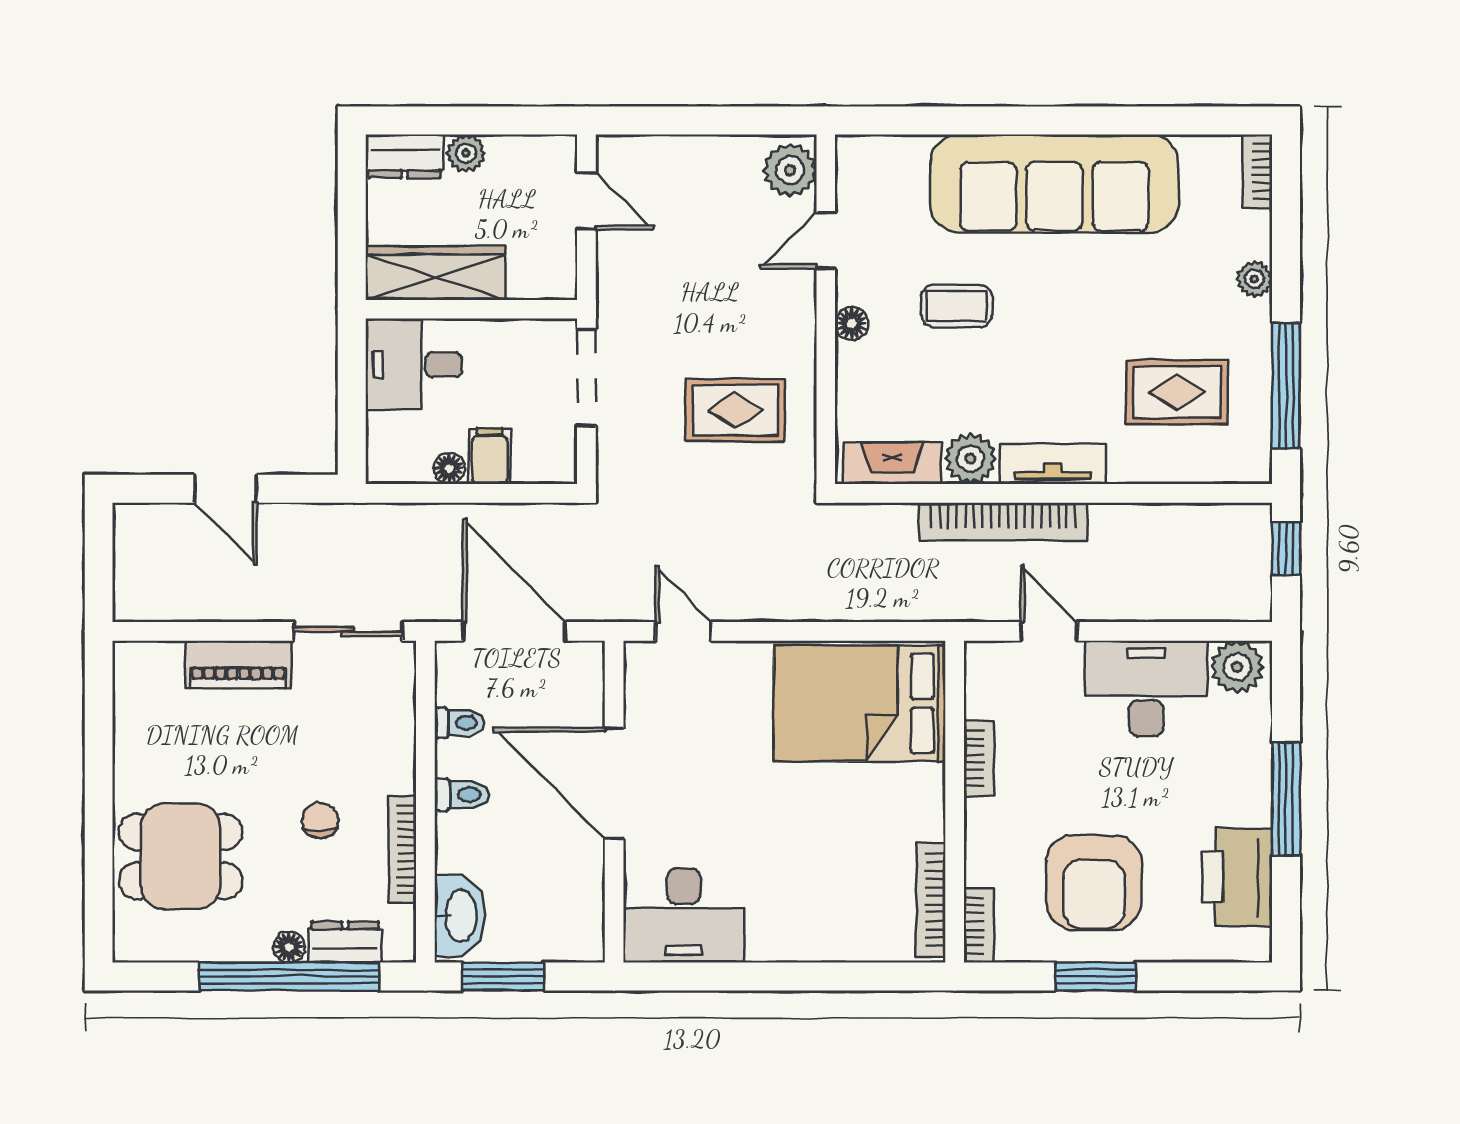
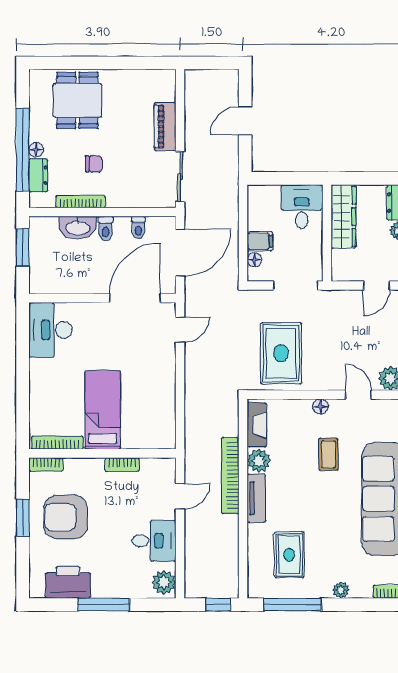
rug: (735, 410) -> (281, 353), width x1.36, depth x1.43
floor lamp: (449, 468) -> (254, 260), moved
desk: (1146, 689) -> (154, 541), width x0.73
bed: (860, 703) -> (103, 410), moved, width x0.67
door: (614, 783) -> (135, 298), moved
washbasin: (459, 916) -> (78, 228), moved

